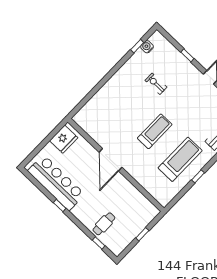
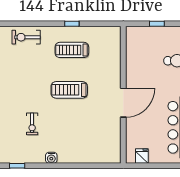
water cooler: (147, 47) -> (51, 158), moved
fridge: (64, 139) -> (142, 156), width x0.53, depth x0.75
treadmill: (180, 159) -> (72, 50), width x0.73, depth x0.73

